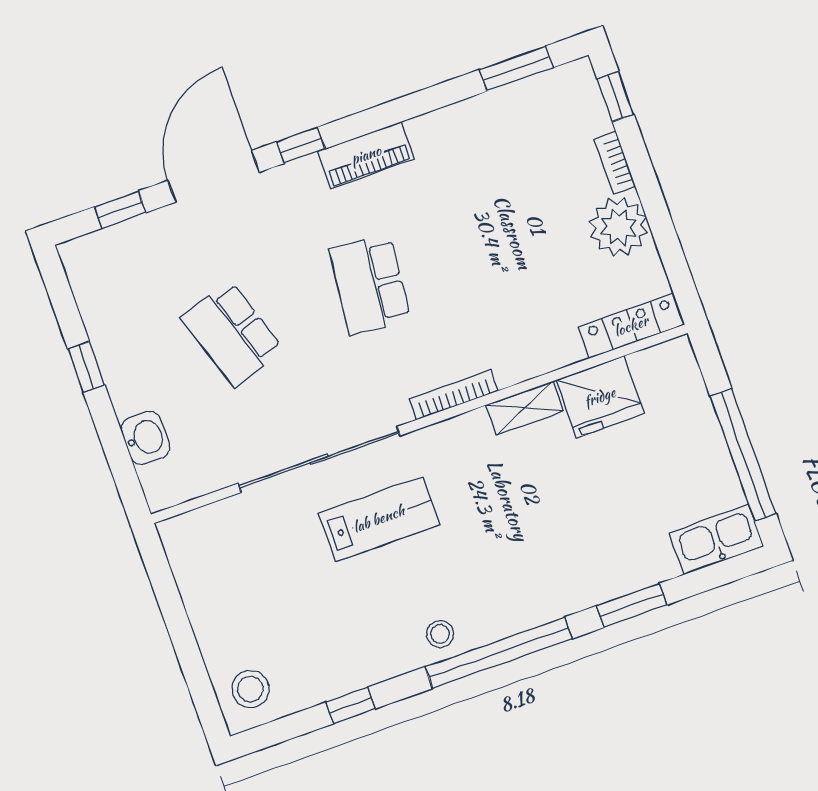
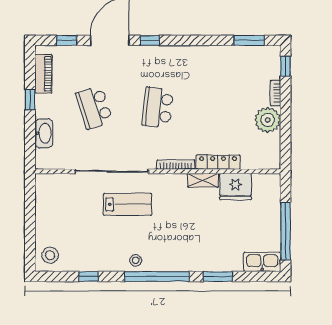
piano: (366, 155) -> (43, 74), moved, turned -90
locker: (631, 326) -> (218, 162), moved
washbasin: (145, 438) -> (44, 133), width x1.38

